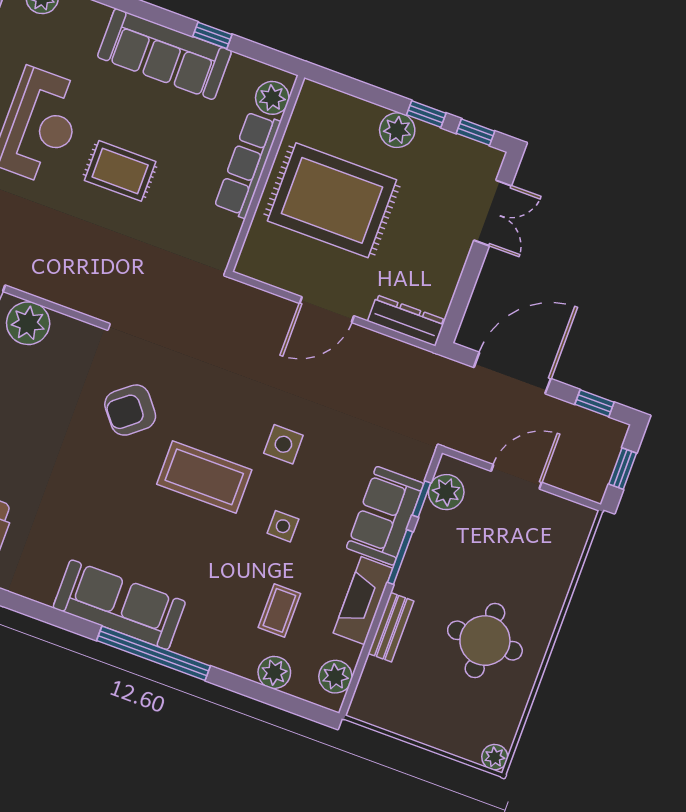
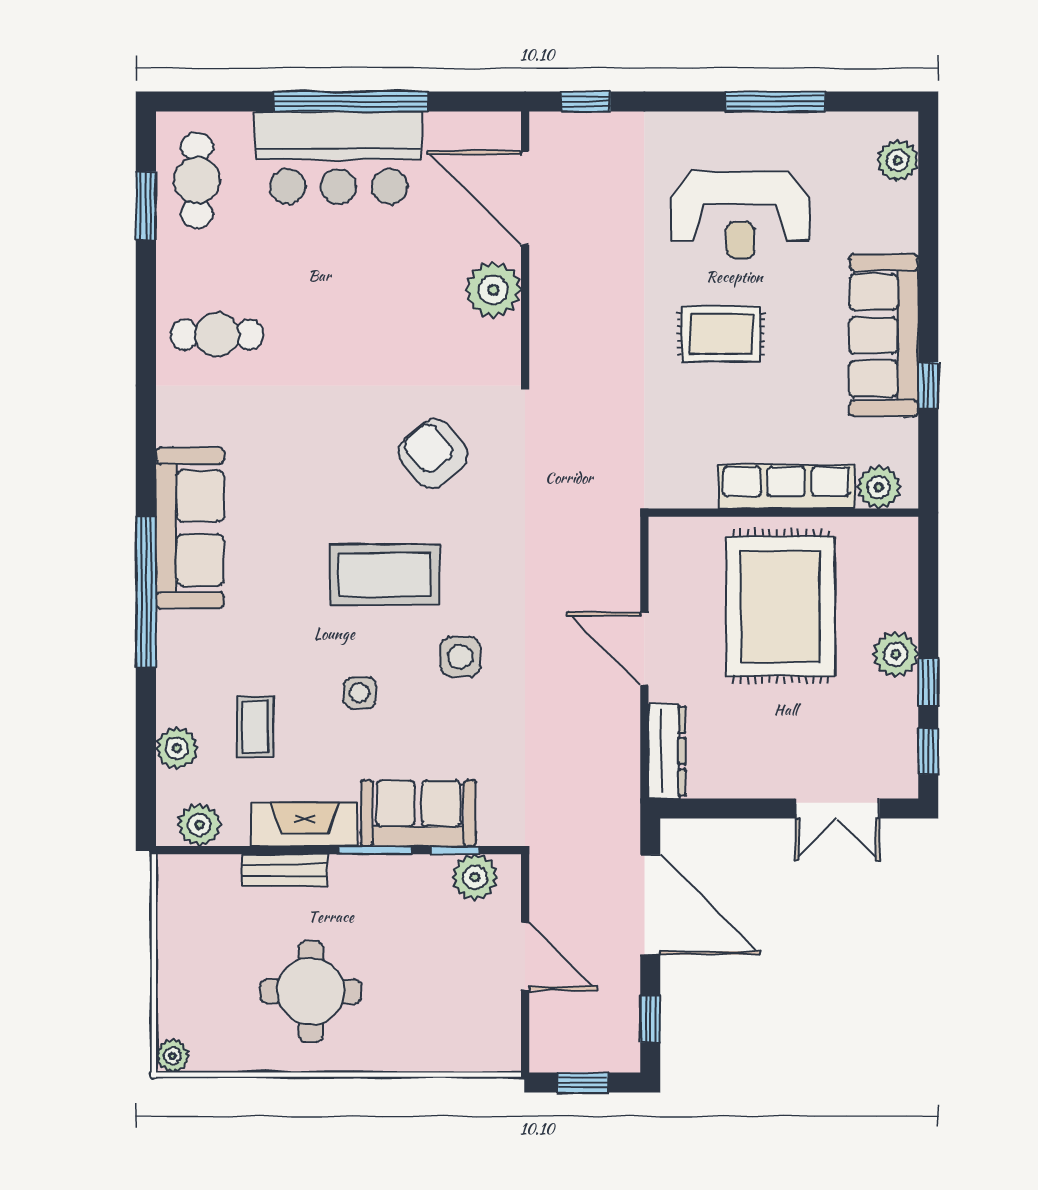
rug: (120, 171) -> (721, 334), turned 90
coffee table: (204, 477) -> (384, 574), turned 90
coffee table: (279, 610) -> (255, 726), turned 90

